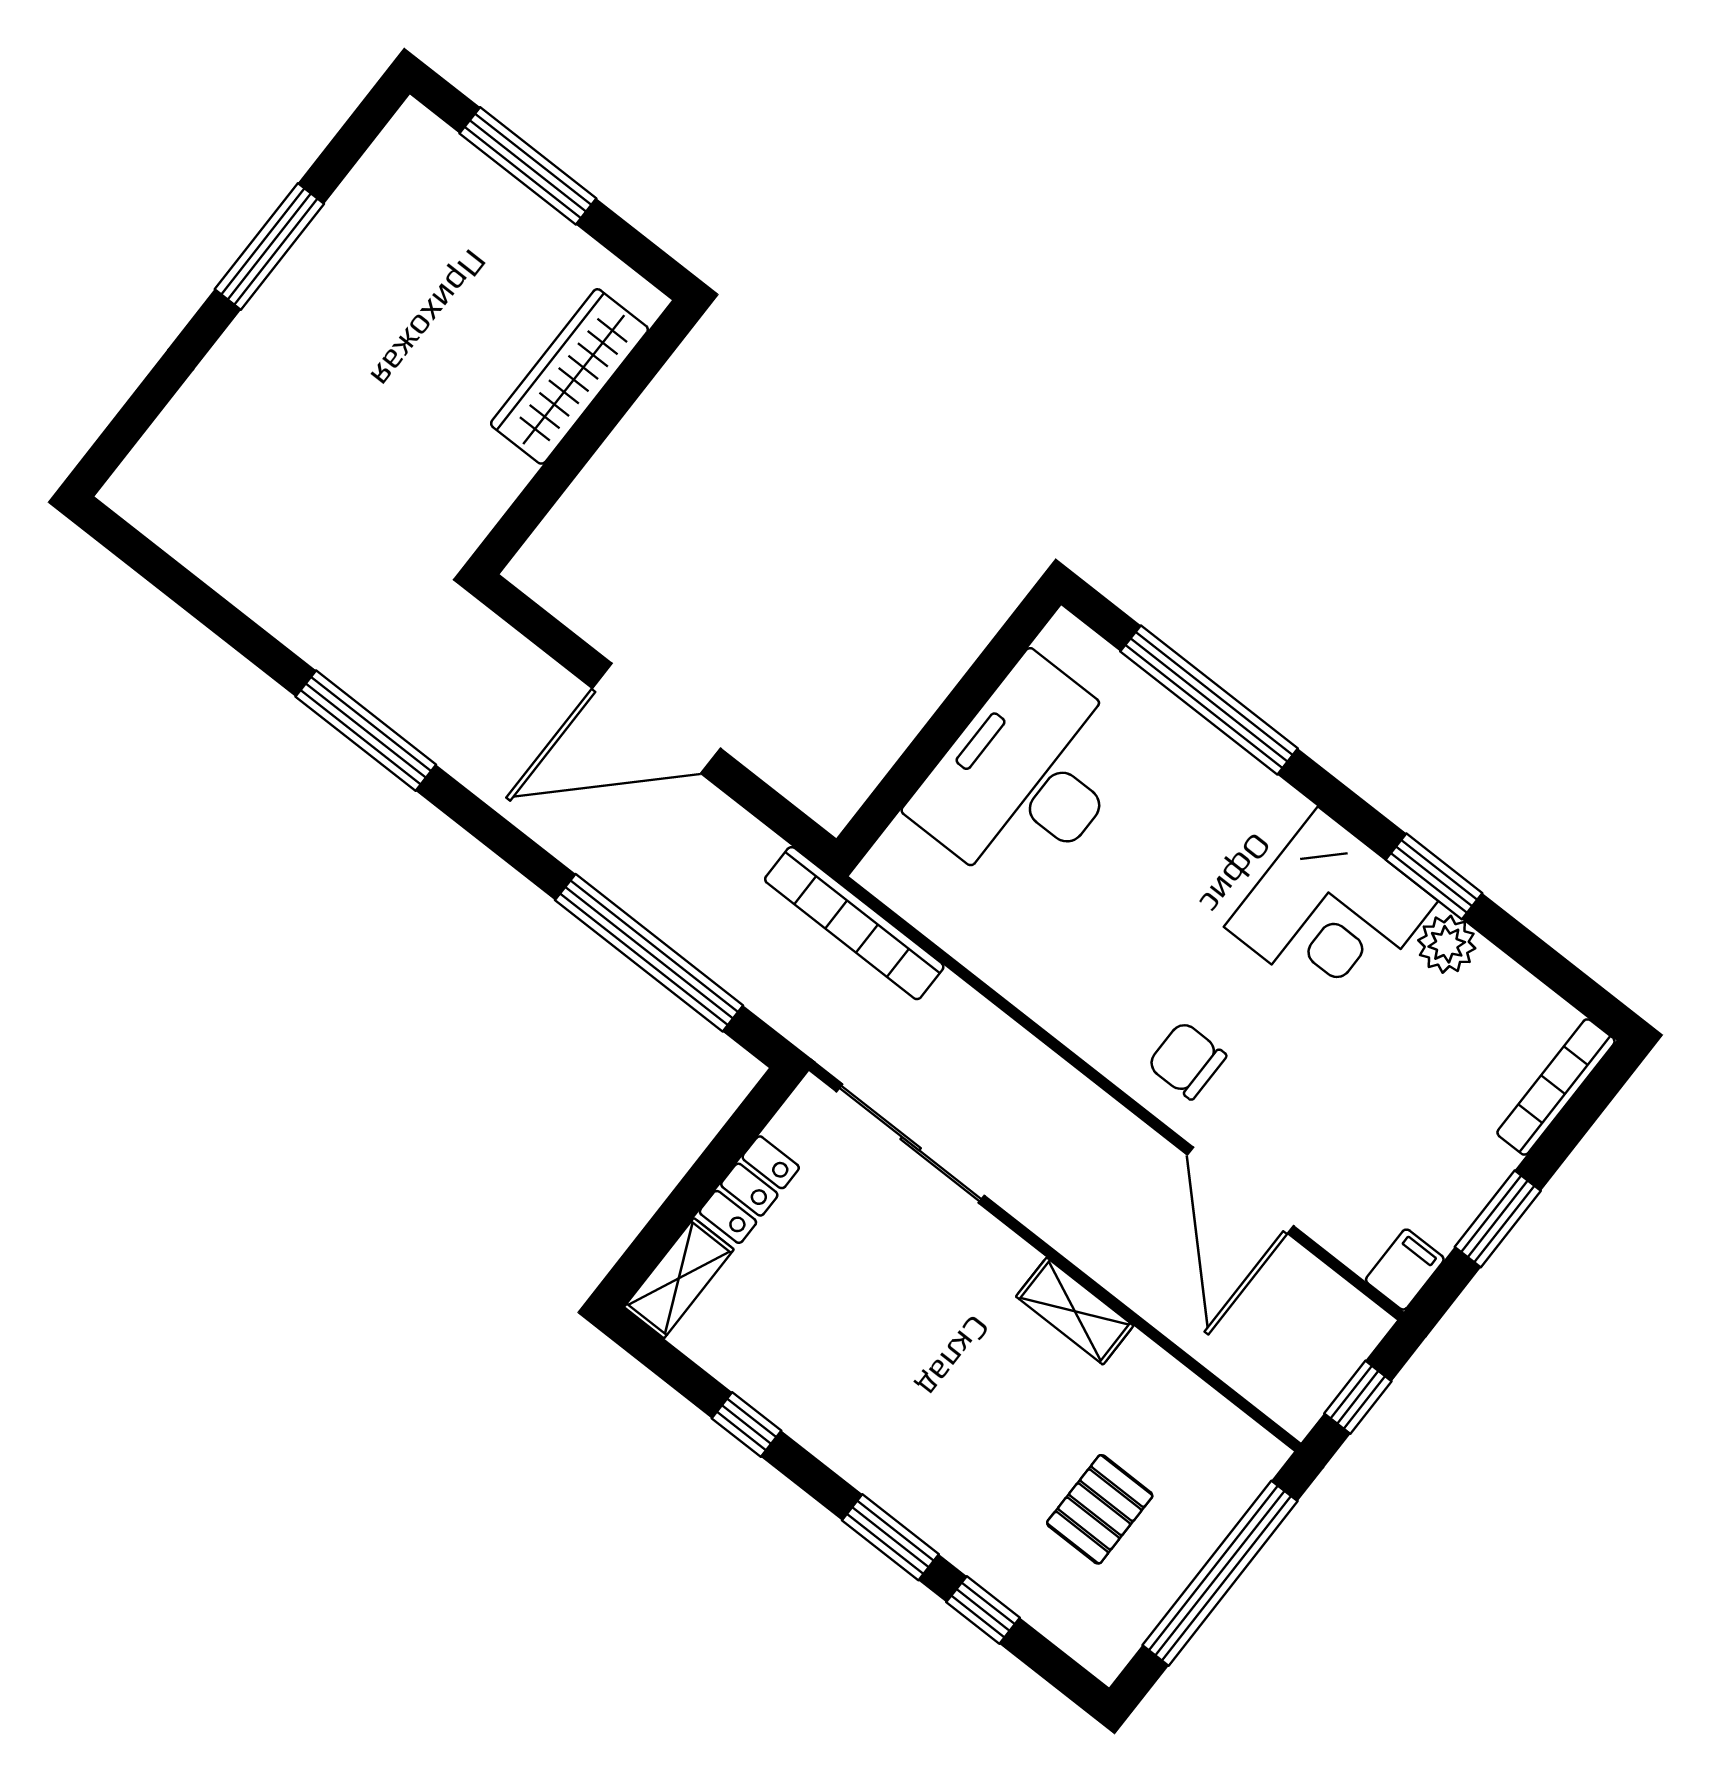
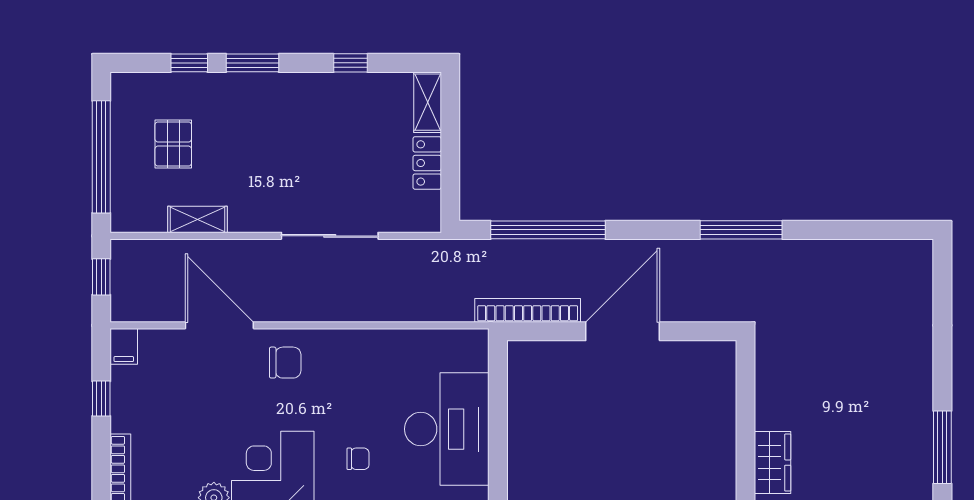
window: (269, 246) -> (942, 447), moved
wardrobe: (569, 376) -> (773, 463), width x0.67
chair: (1191, 836) -> (358, 459), added
bookcase: (854, 923) -> (528, 310), moved
sliding door: (911, 1144) -> (330, 236), moved
window: (1498, 1219) -> (101, 399), width x0.67
shelving: (1075, 1311) -> (197, 219), moved

